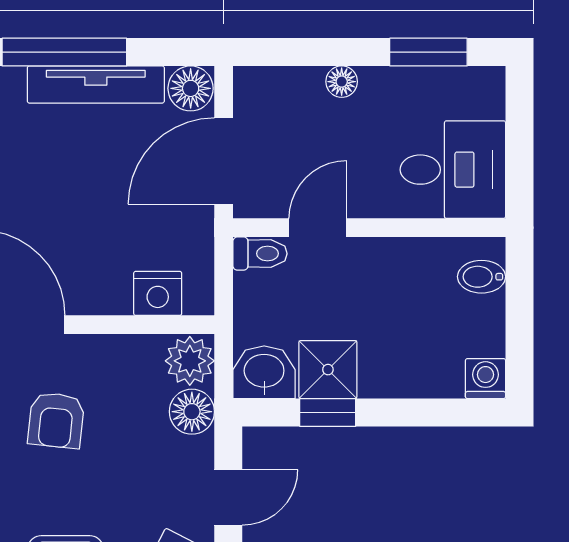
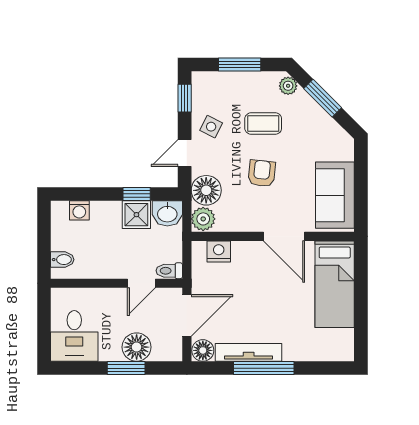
window: (428, 52) -> (126, 368), moved
floor lamp: (342, 82) -> (137, 347), width x1.89, depth x1.89
desk: (453, 170) -> (74, 336), moved, turned -90
washing machine: (485, 379) -> (79, 210), moved
floor lamp: (192, 412) -> (206, 190), width x1.38, depth x1.38
armchair: (56, 420) -> (262, 173), moved

